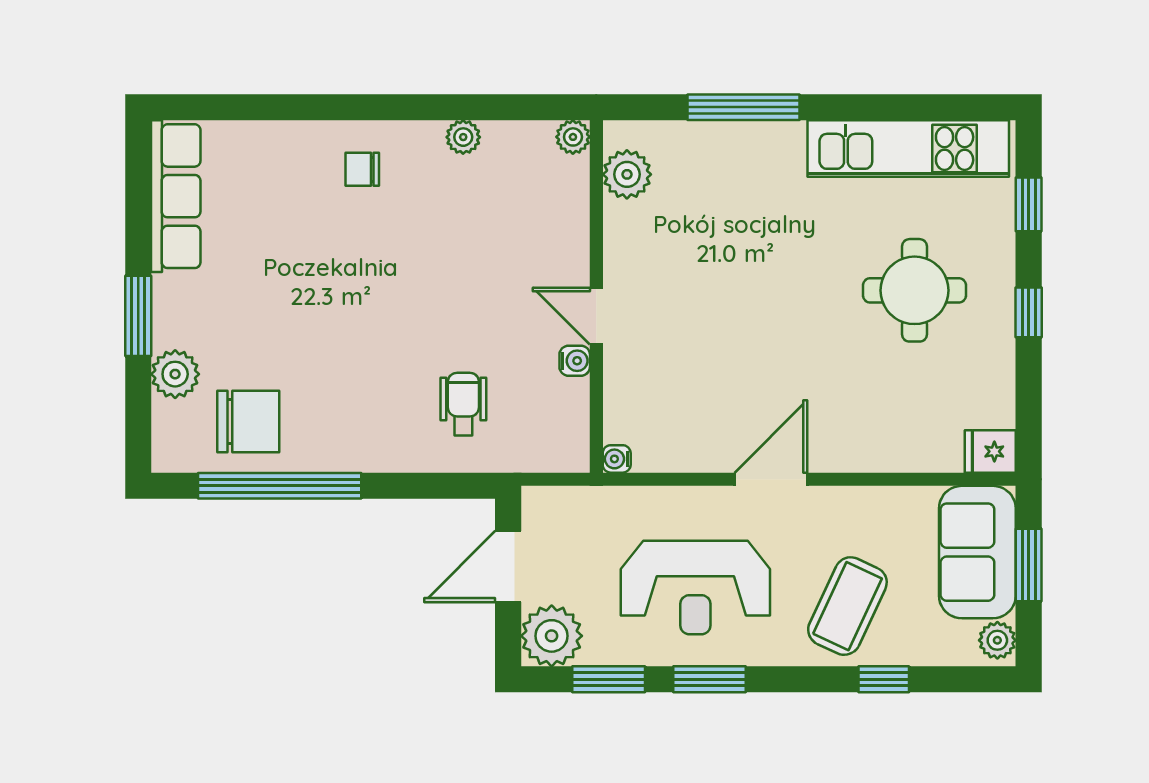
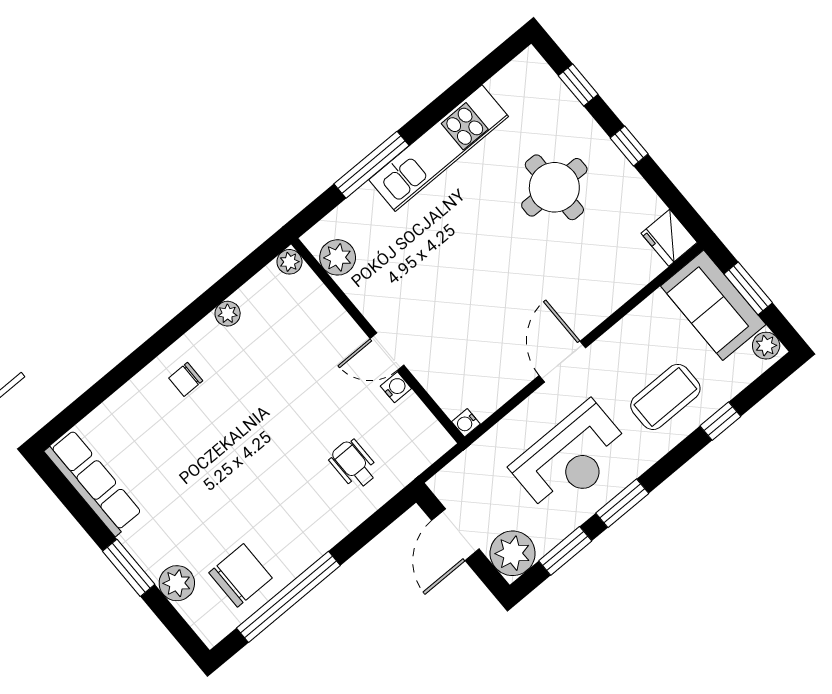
kitchen unit: (908, 148) -> (439, 148), moved
fridge: (990, 451) -> (669, 238), width x1.38
coffee table: (847, 606) -> (665, 397), turned 65

